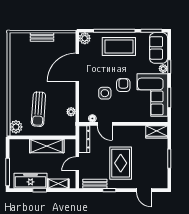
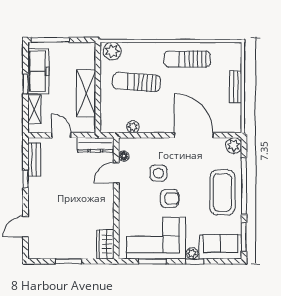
sun lounger: (22, 72) -> (187, 59), added
rug: (121, 163) -> (63, 195), removed

